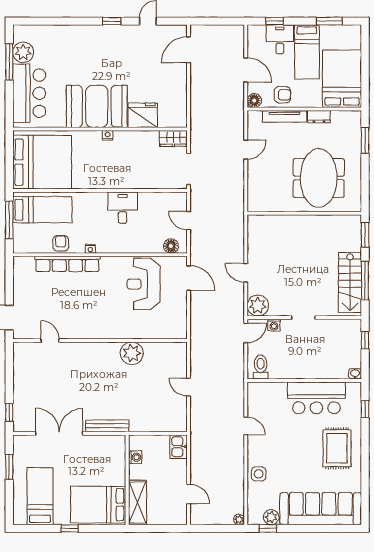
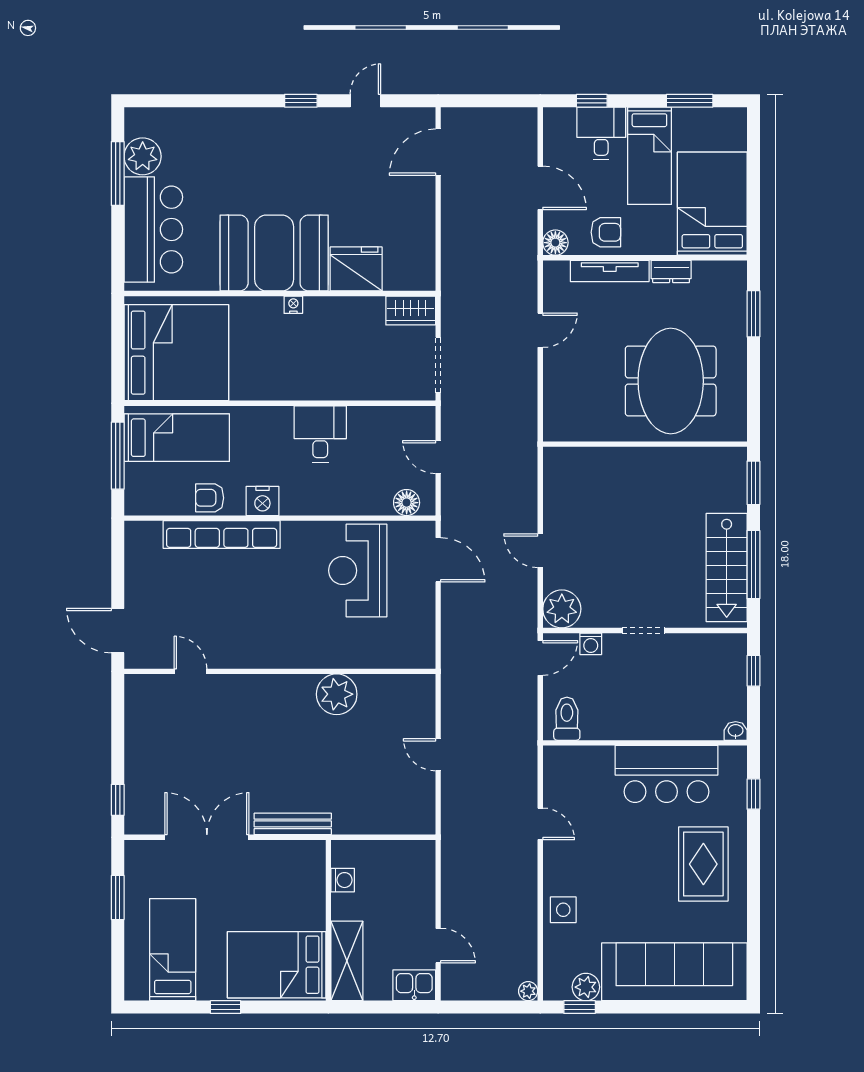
armchair: (61, 243) -> (210, 498), turned -90
nightstand: (90, 249) -> (262, 501), width x1.89, depth x1.79
kitchen sink: (178, 447) -> (414, 985), moved, turned 90

